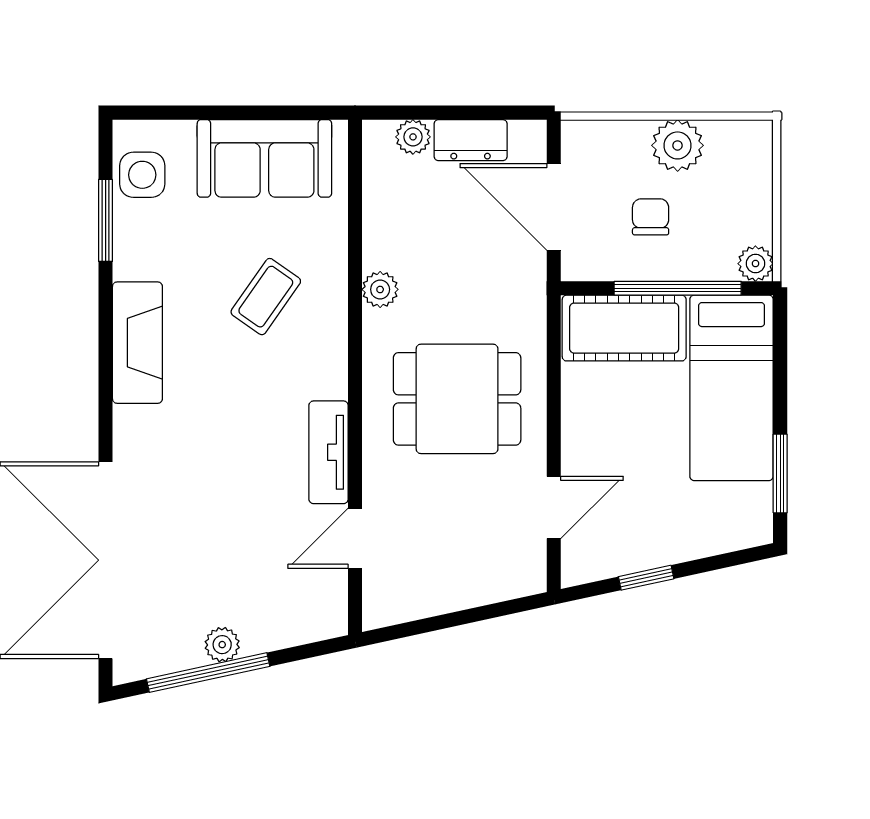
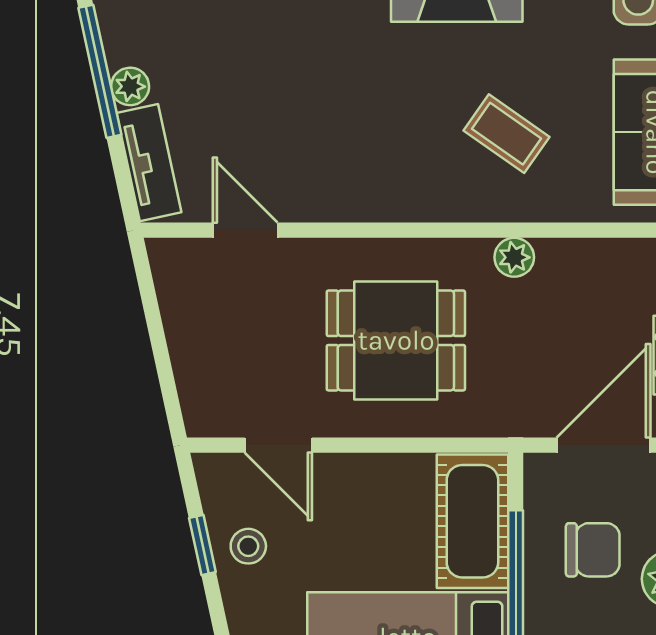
chair: (651, 217) -> (593, 550), width x1.37, depth x1.37
dining table: (457, 399) -> (396, 340), turned 90
tv unit: (329, 452) -> (149, 163), moved, turned 78
stool: (647, 535) -> (248, 546), added

